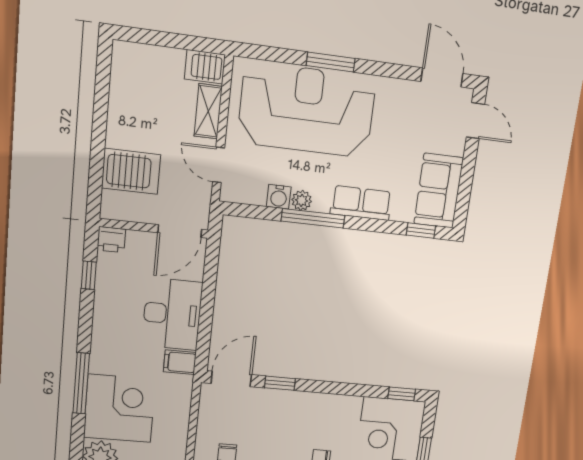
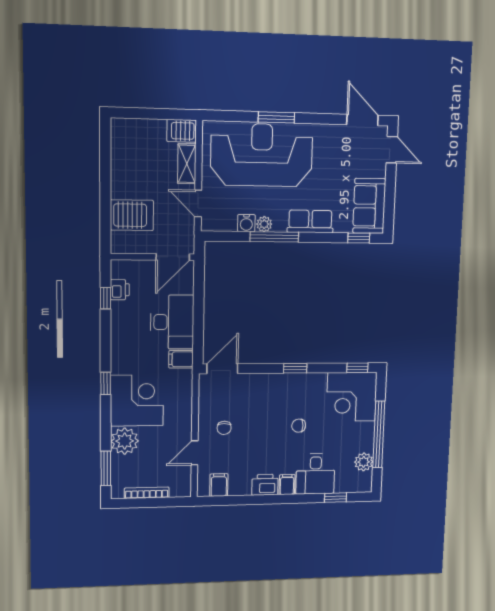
printer: (111, 240) -> (120, 290), moved, turned -90
window: (81, 383) -> (106, 383), width x0.46
window: (280, 383) -> (295, 368), moved

